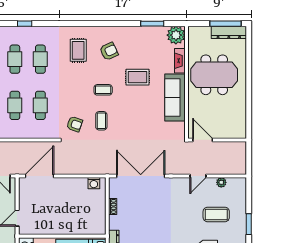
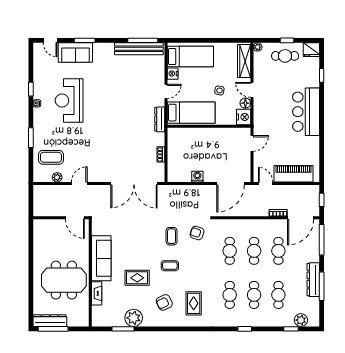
plant: (176, 35) -> (134, 318), moved
washing machine: (94, 183) -> (197, 177), moved
coffee table: (216, 214) -> (51, 157), moved

